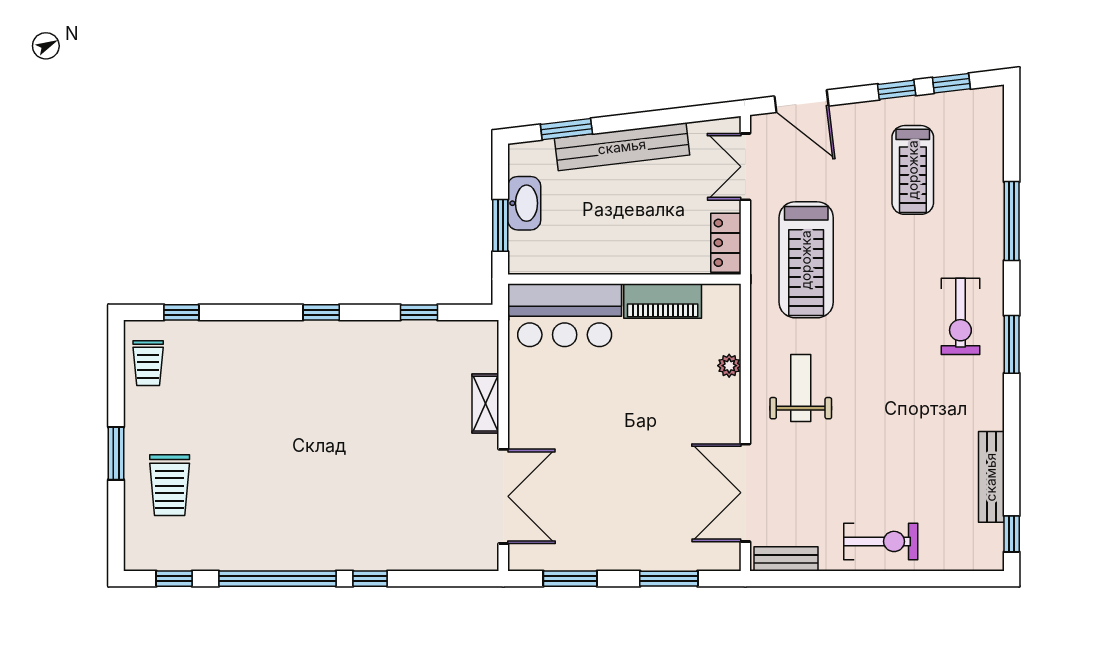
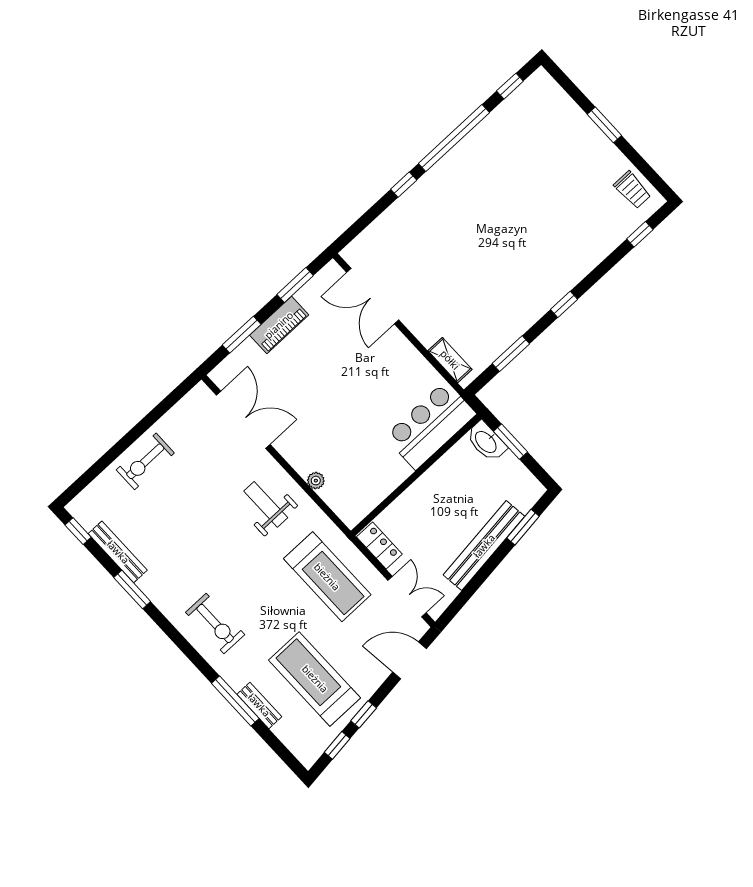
treadmill: (913, 170) -> (315, 679), width x1.37, depth x1.38
washbasin: (524, 203) -> (486, 442), moved
treadmill: (806, 260) -> (327, 577), turned 180
piano: (663, 301) -> (279, 325), moved, turned 180
window: (419, 312) -> (511, 354), width x1.50
exercise bike: (960, 316) -> (215, 623), turned 180
window: (1012, 344) -> (132, 590), moved
trolley: (148, 363) -> (632, 190), turned 180
weight bench: (801, 388) -> (266, 504), turned 180
shelving: (485, 404) -> (450, 360), moved
trolley: (170, 485) -> (559, 135), removed
bench: (786, 559) -> (259, 705), moved, turned 90

